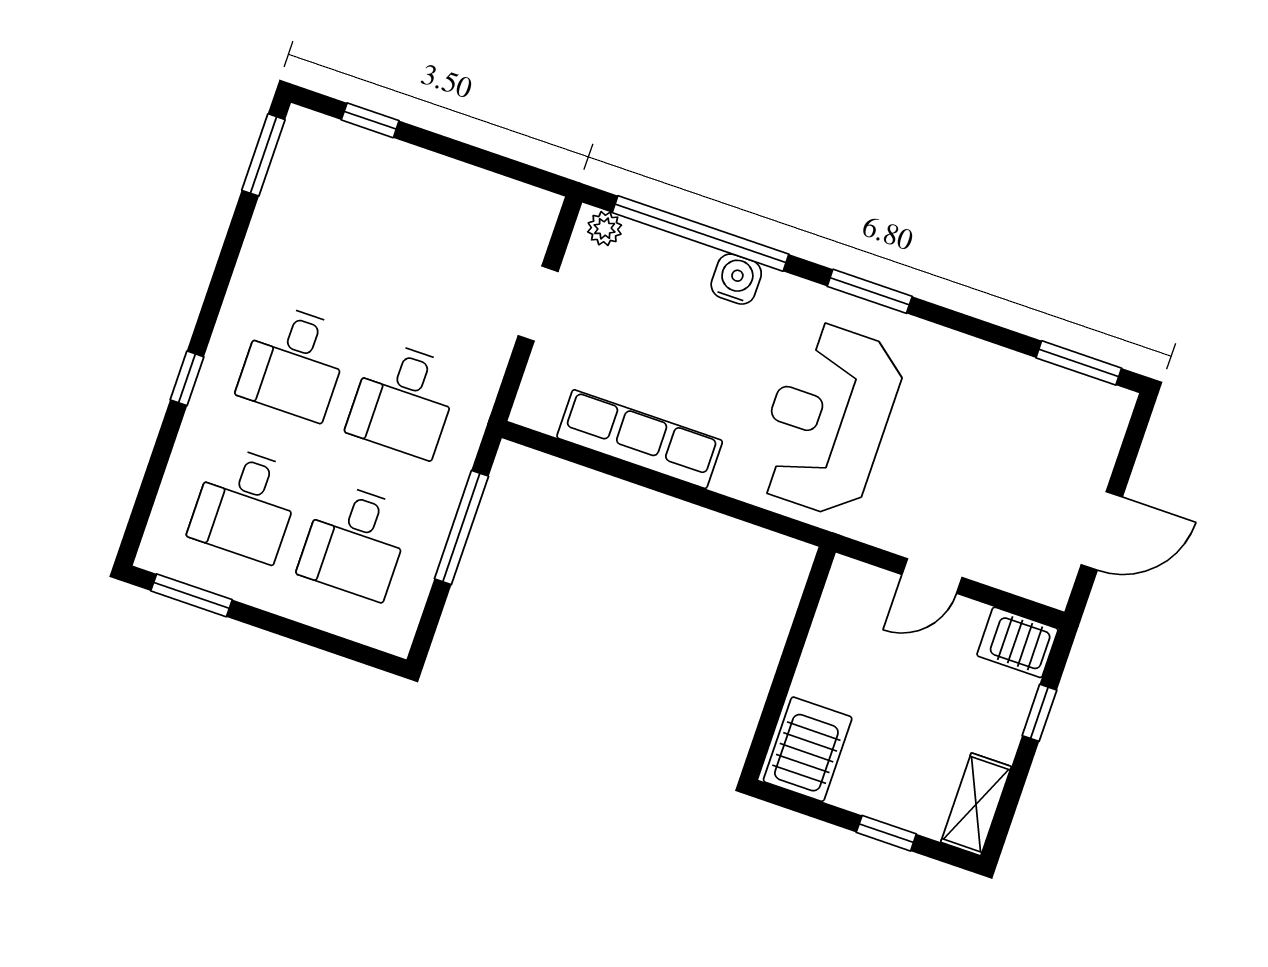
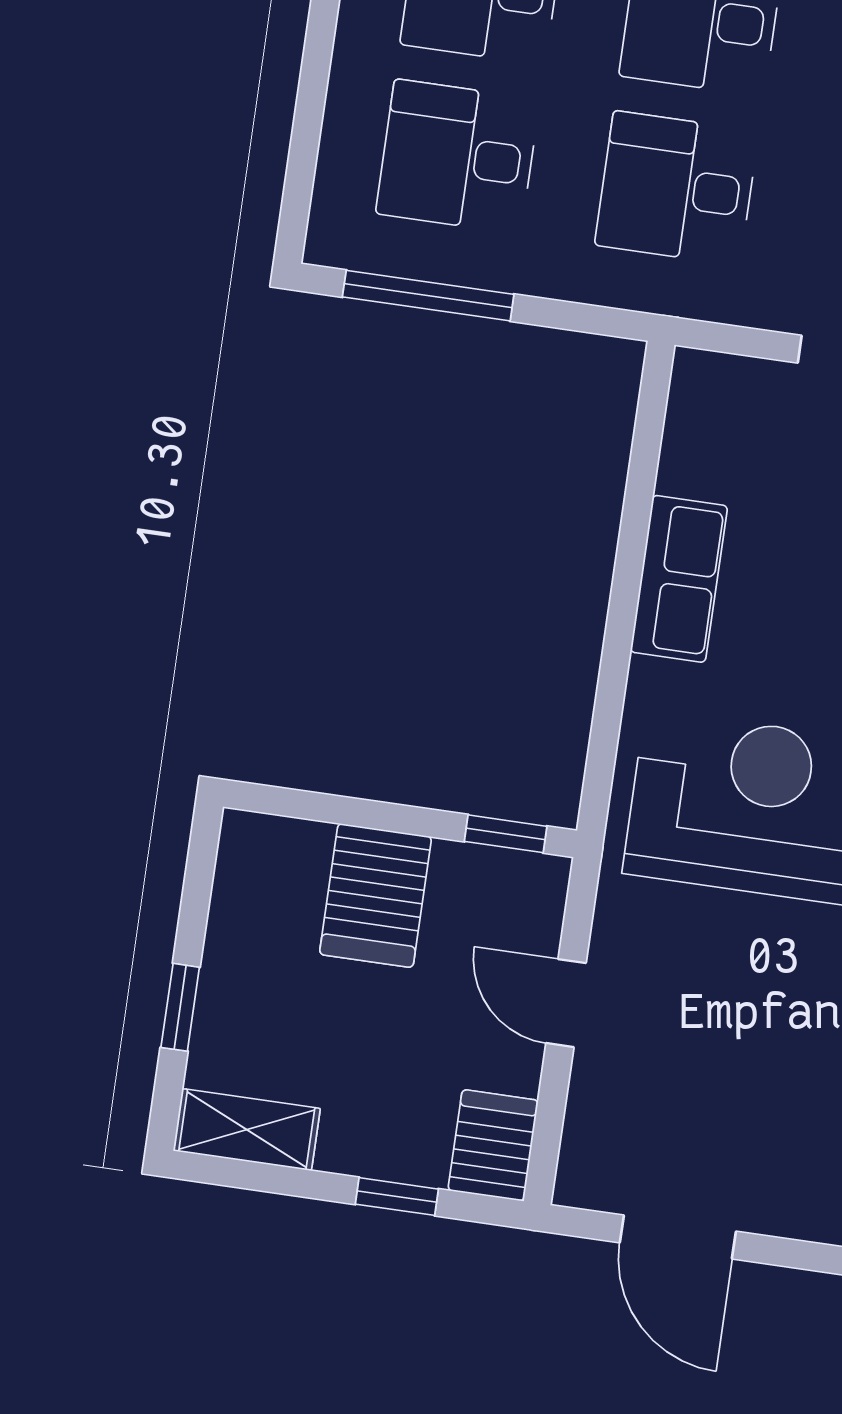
row of seats: (640, 439) -> (679, 579), width x0.68
window: (461, 527) -> (428, 296), moved
window: (812, 595) -> (506, 834), added
server rack: (808, 749) -> (375, 896), moved, turned 90

